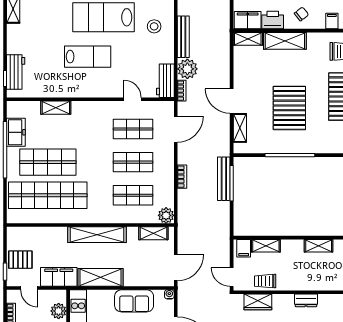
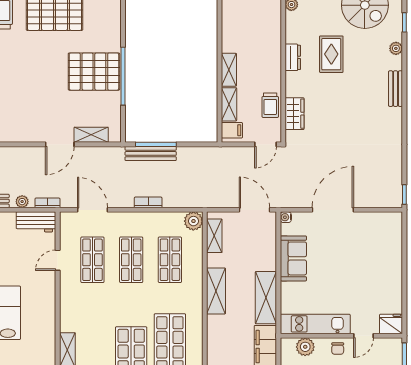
plant: (187, 69) -> (22, 202), width x0.53, depth x0.53
pallet: (289, 108) -> (94, 72), moved
shelving: (97, 235) -> (216, 291), width x0.68
shelving: (319, 246) -> (229, 70), moved

